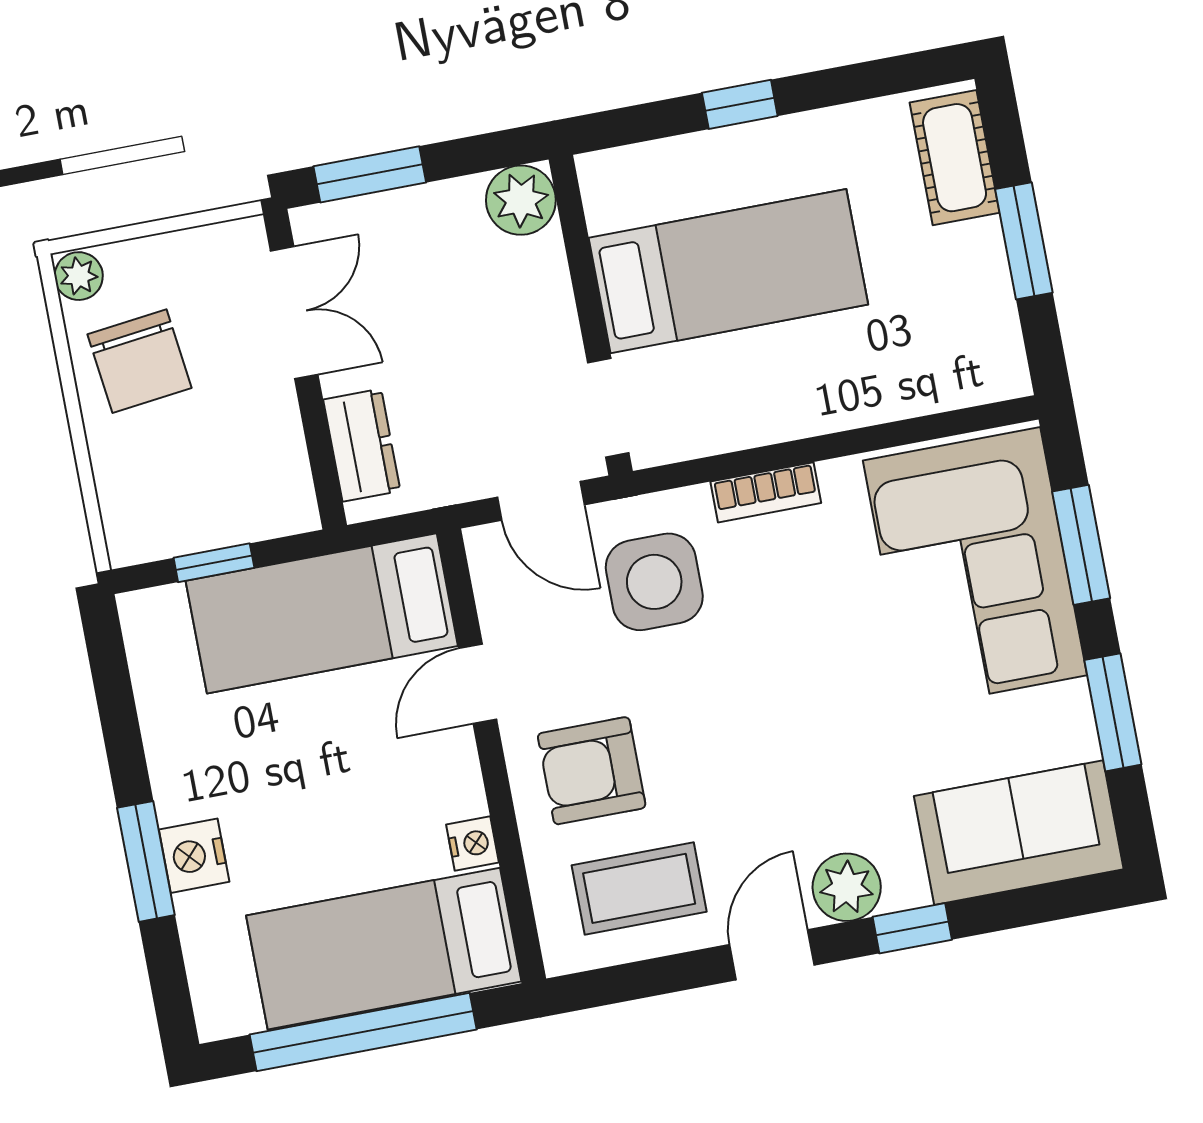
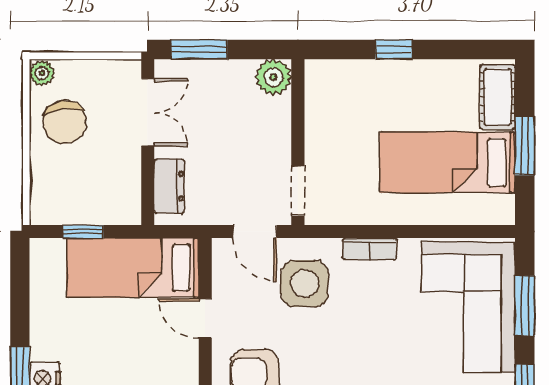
bed: (728, 271) -> (447, 162), moved, turned 180
door: (478, 684) -> (205, 318), hinge flipped

